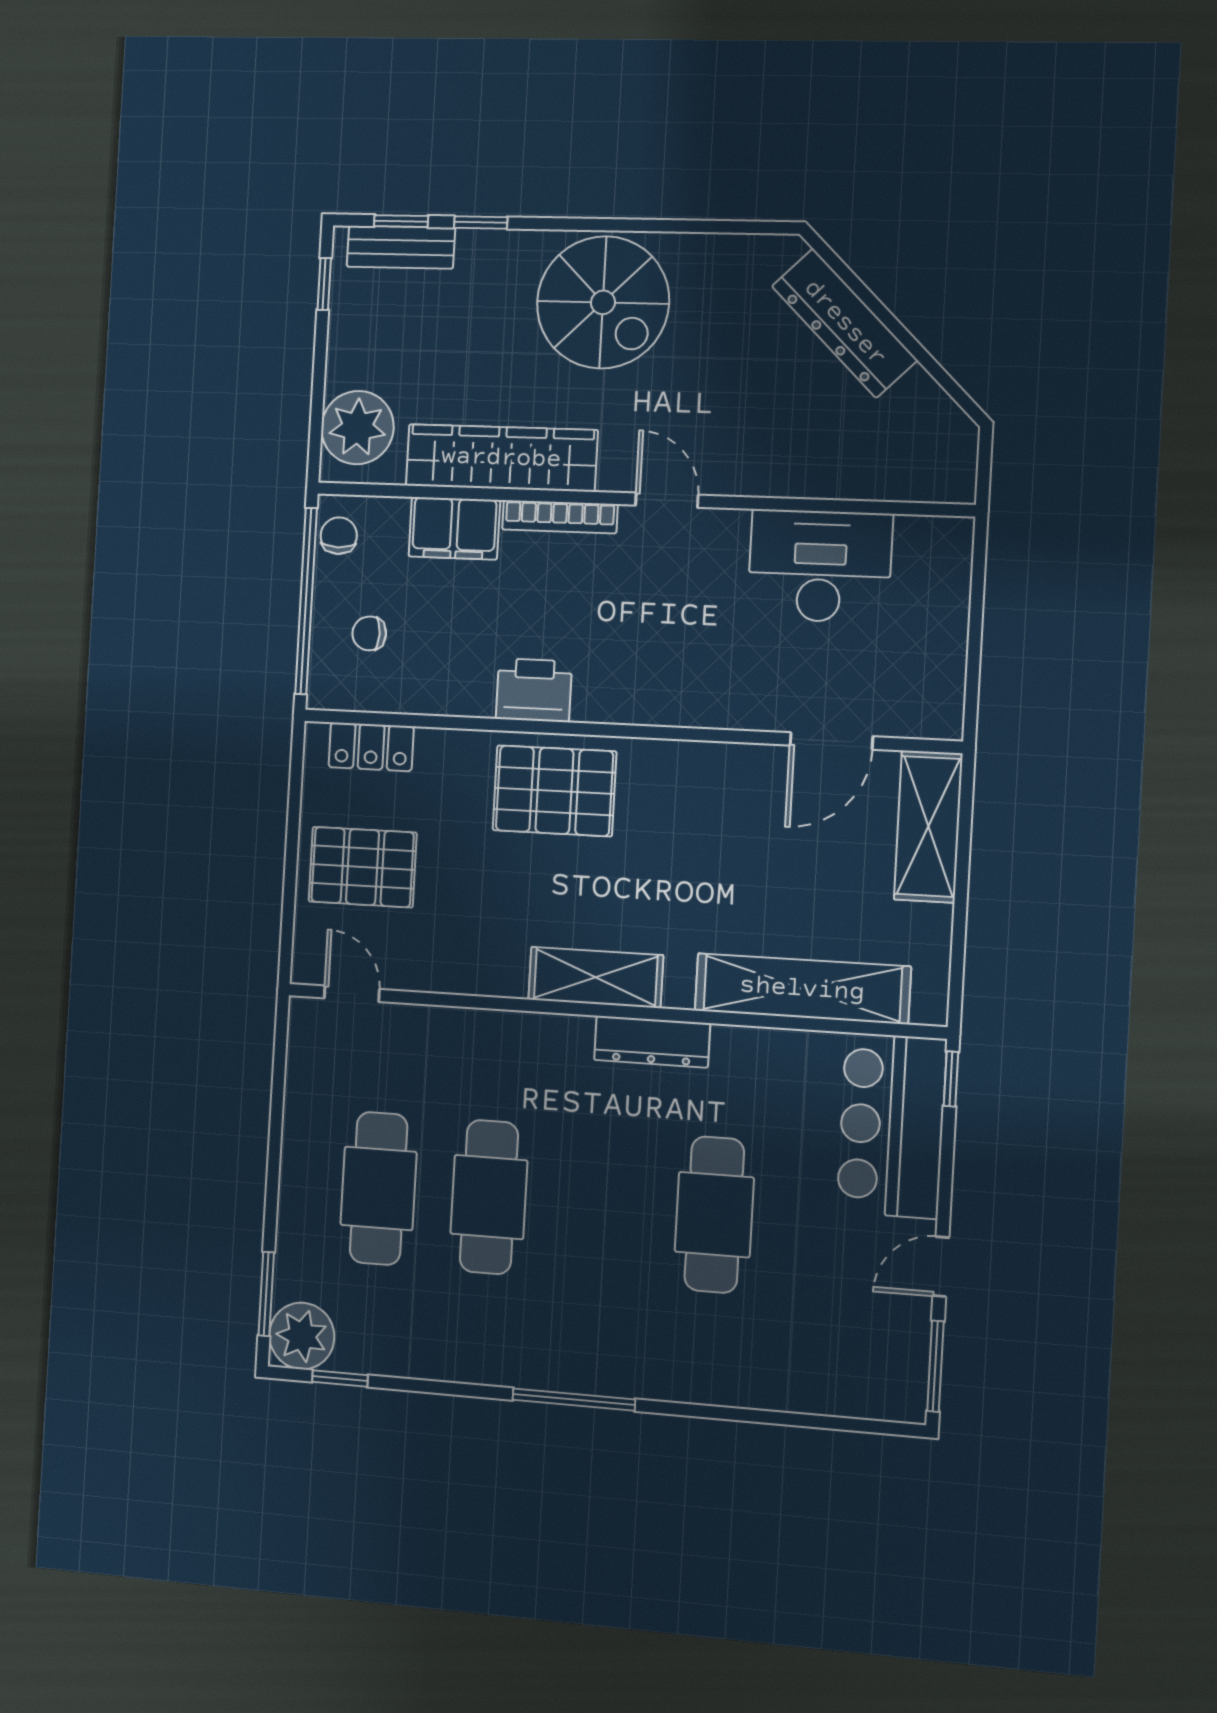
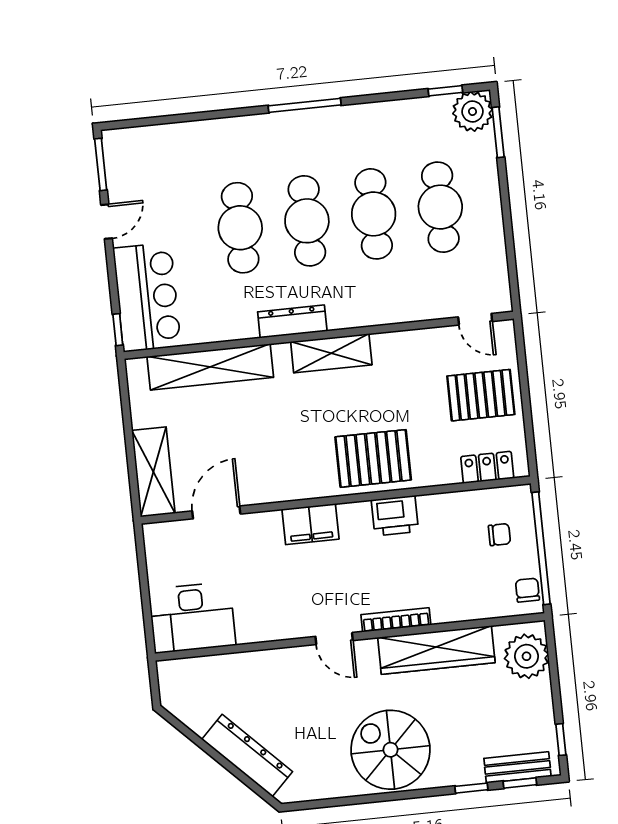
filing cabinet: (454, 528) -> (310, 524), moved, turned 180
chair: (339, 536) -> (527, 590), turned 180
desk: (820, 566) -> (192, 617), moved
cafe table: (601, 1206) -> (307, 221), added

